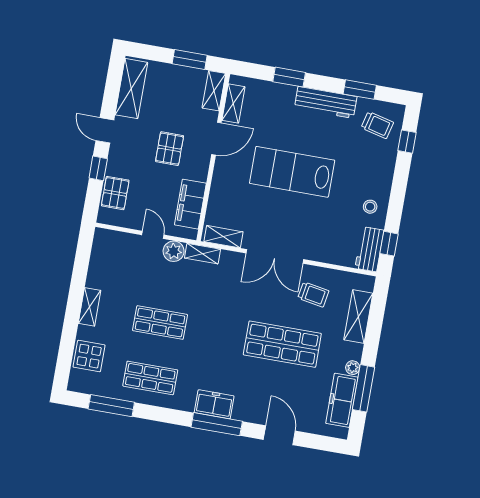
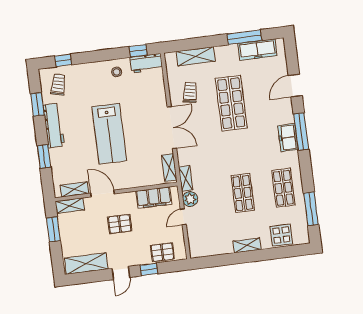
plant: (353, 368) -> (232, 49), removed

